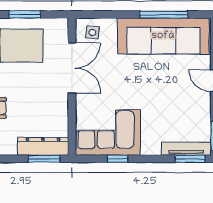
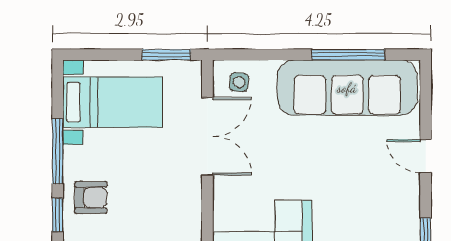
window: (25, 14) -> (166, 55), moved

